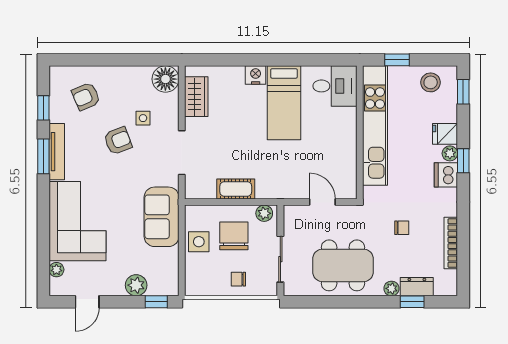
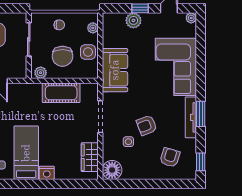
armchair: (86, 96) -> (170, 157), turned -50
window: (43, 108) -> (201, 162), moved
cot: (236, 189) -> (61, 93), width x1.37, depth x1.34
plant: (56, 270) -> (191, 18), moved
plant: (192, 275) -> (93, 28), added
window: (156, 302) -> (140, 8), moved

